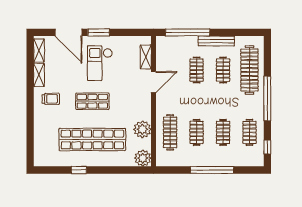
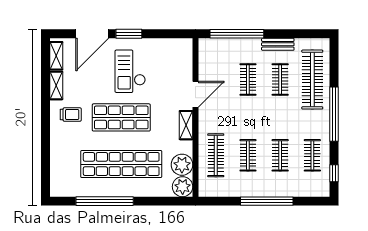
door: (69, 32) -> (92, 34), hinge flipped
bench: (216, 41) -> (278, 44), width x0.73
shelving: (146, 57) -> (186, 125), moved
shop shelf: (92, 101) -> (121, 117), width x1.43, depth x1.36
plant: (142, 129) -> (182, 165), moved
window: (79, 170) -> (105, 201), width x3.17

